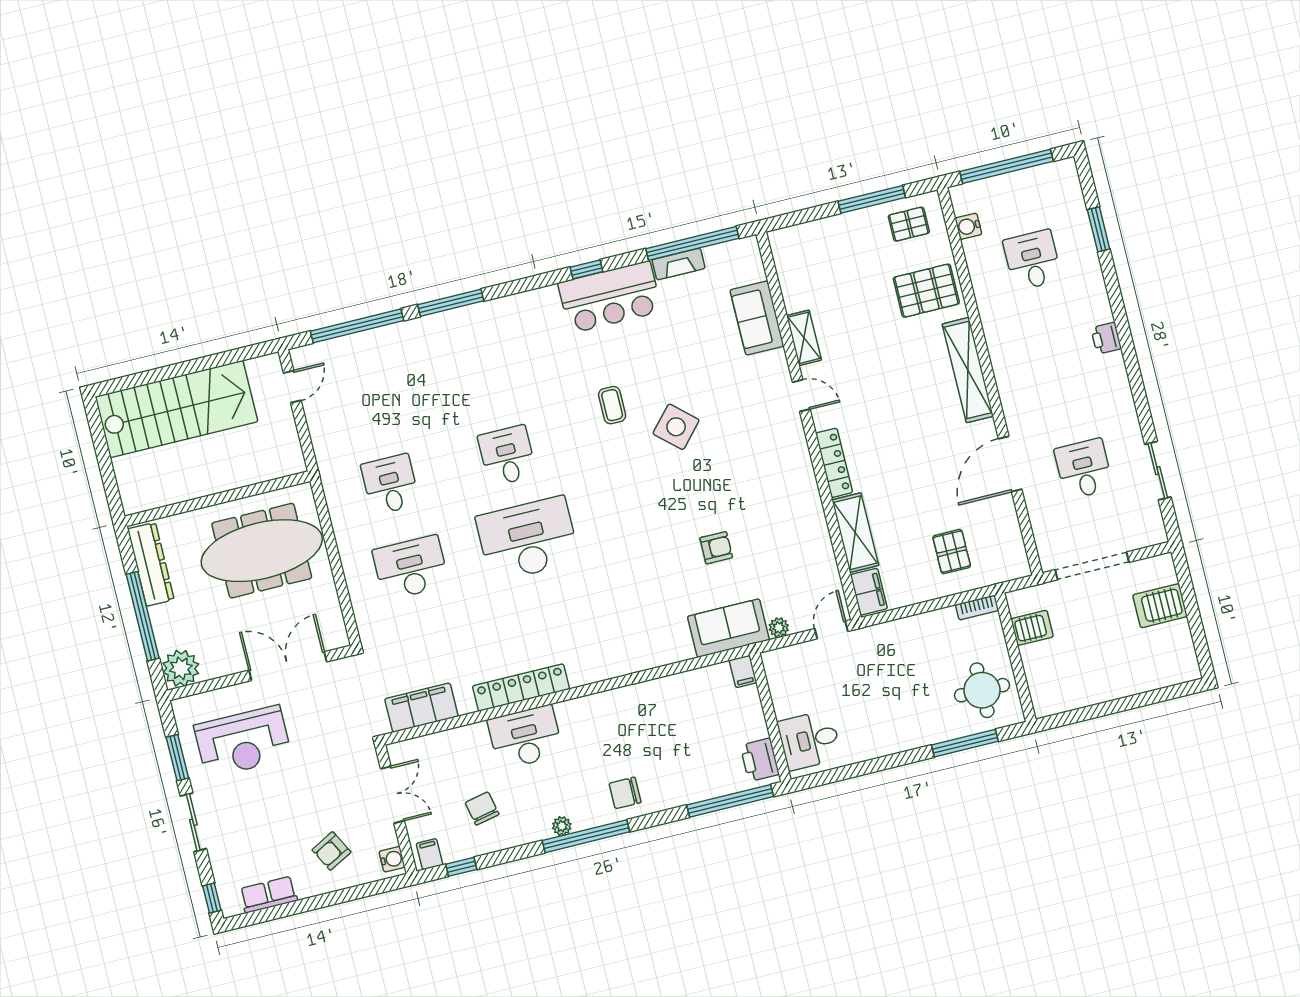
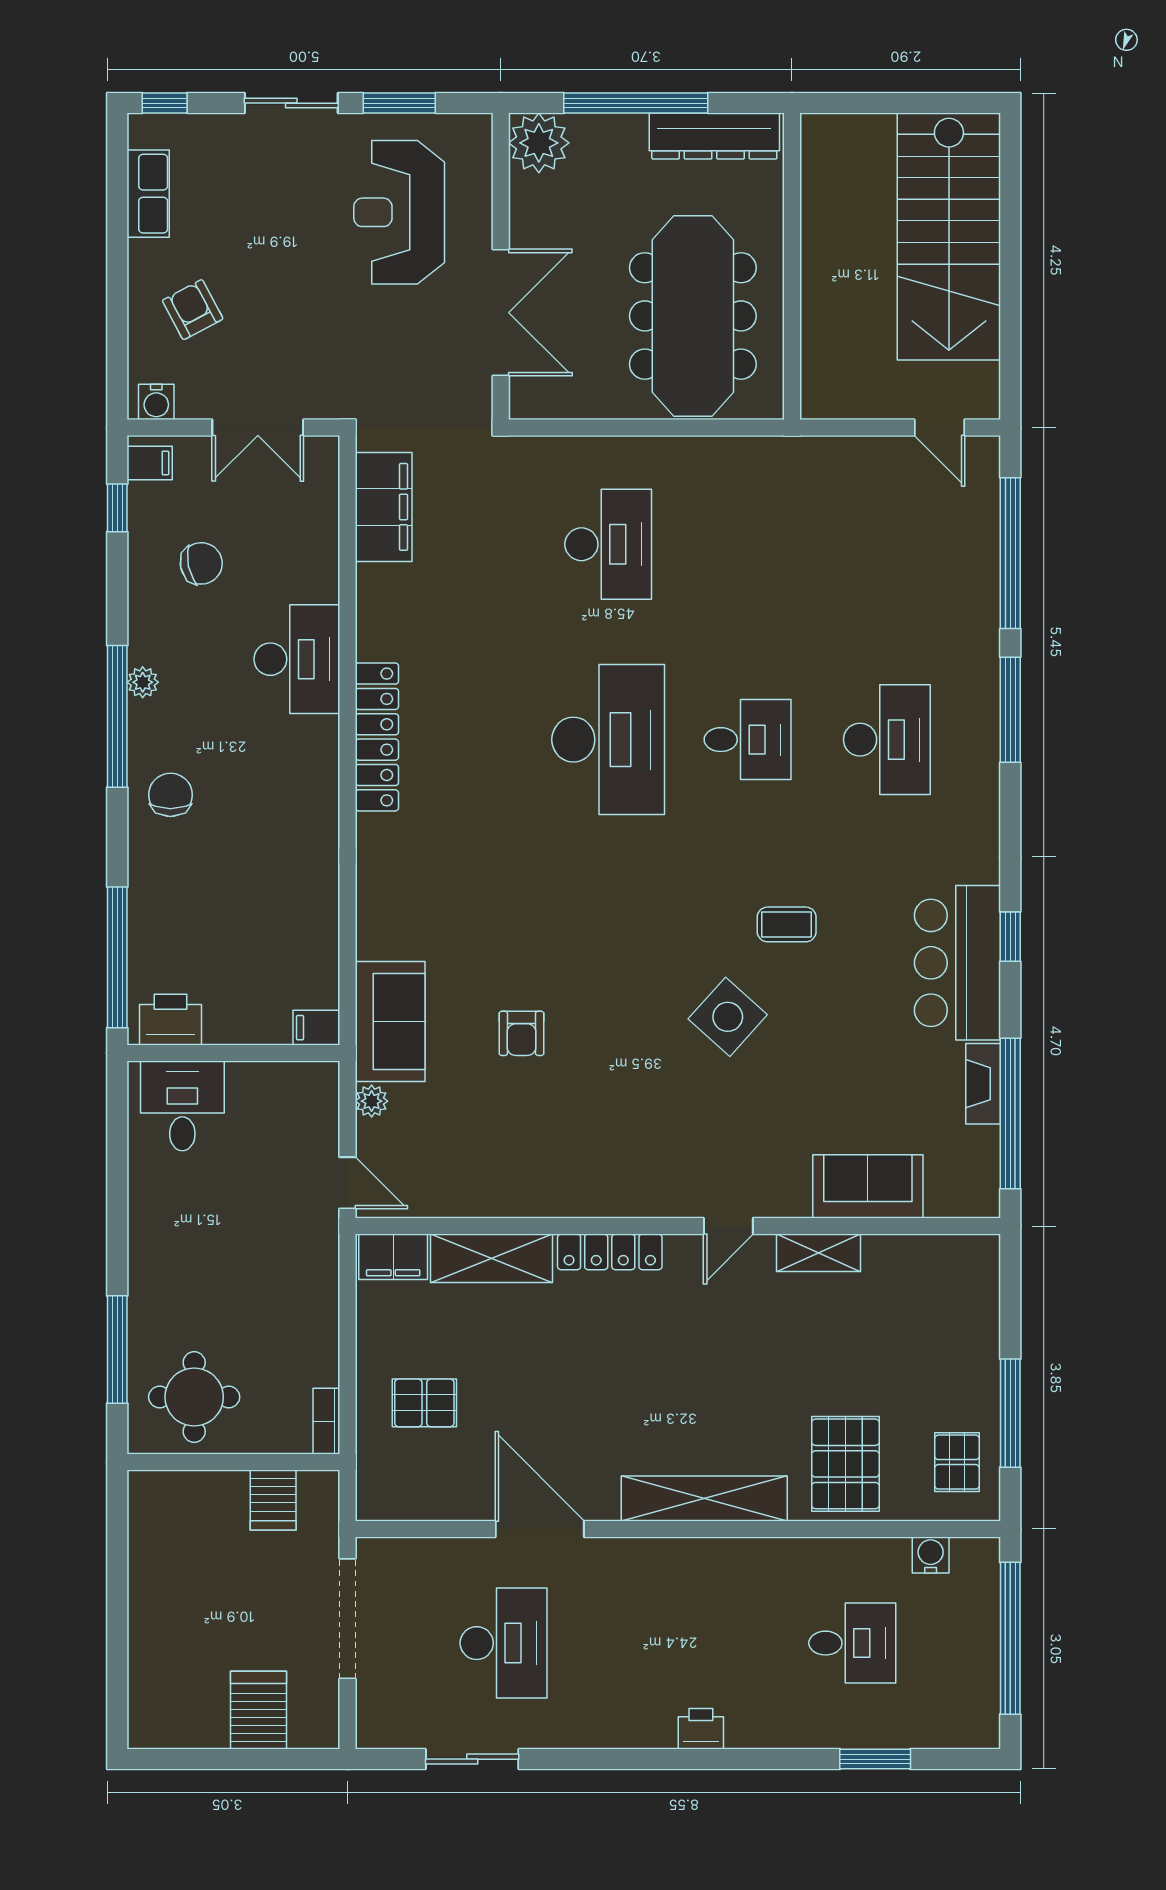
desk: (1084, 469) -> (503, 1643), width x1.37
desk: (390, 484) -> (887, 740), moved, width x1.37
locker: (521, 687) -> (377, 737), moved

